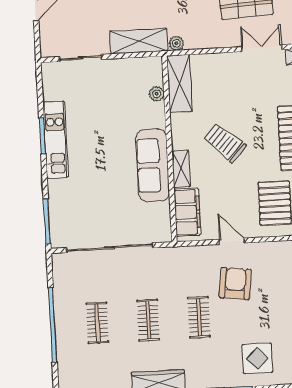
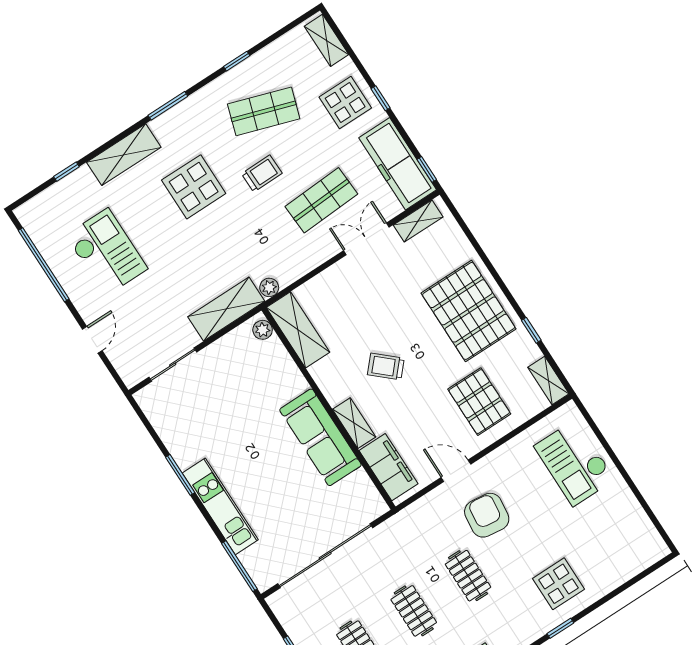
plant: (157, 94) -> (263, 330), moved
kitchen unit: (56, 140) -> (220, 506), moved
trolley: (225, 143) -> (386, 366), width x0.73, depth x0.72

